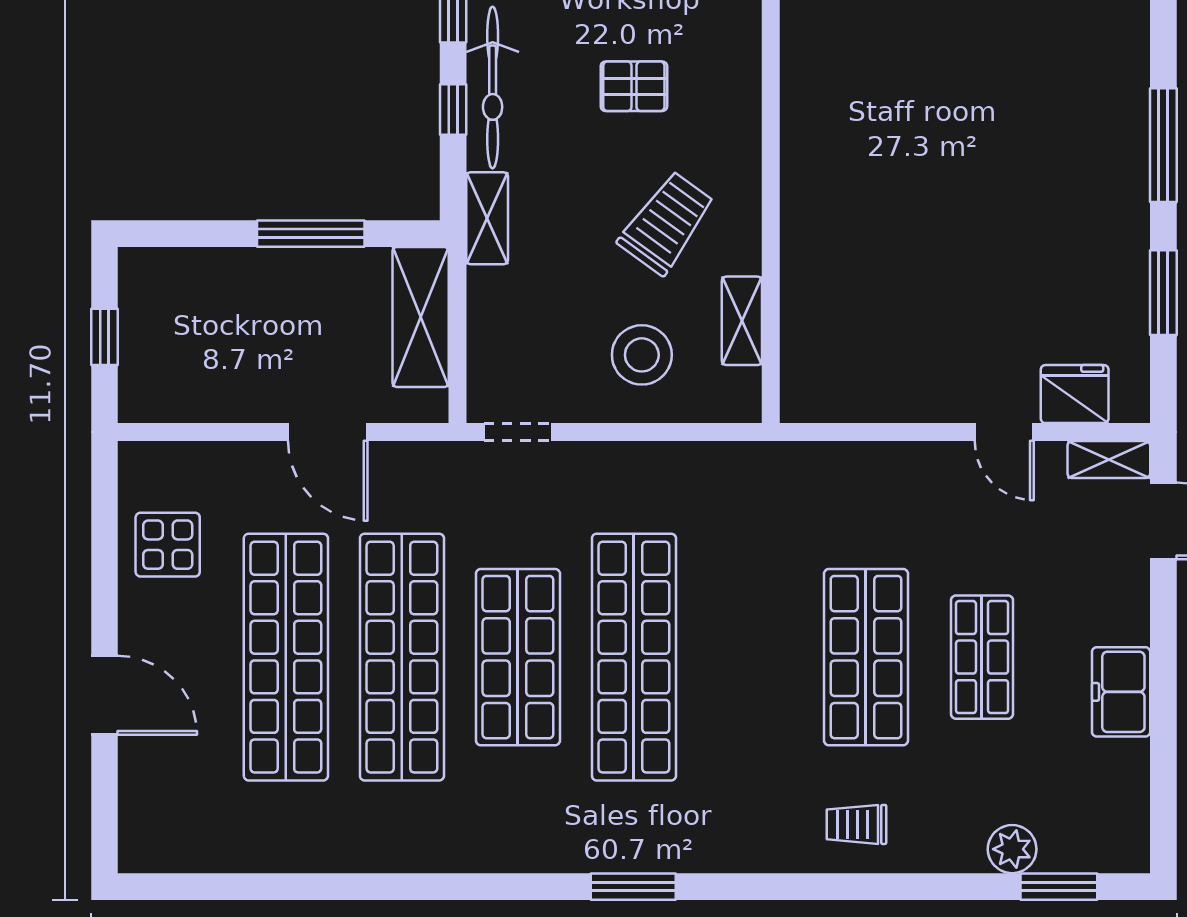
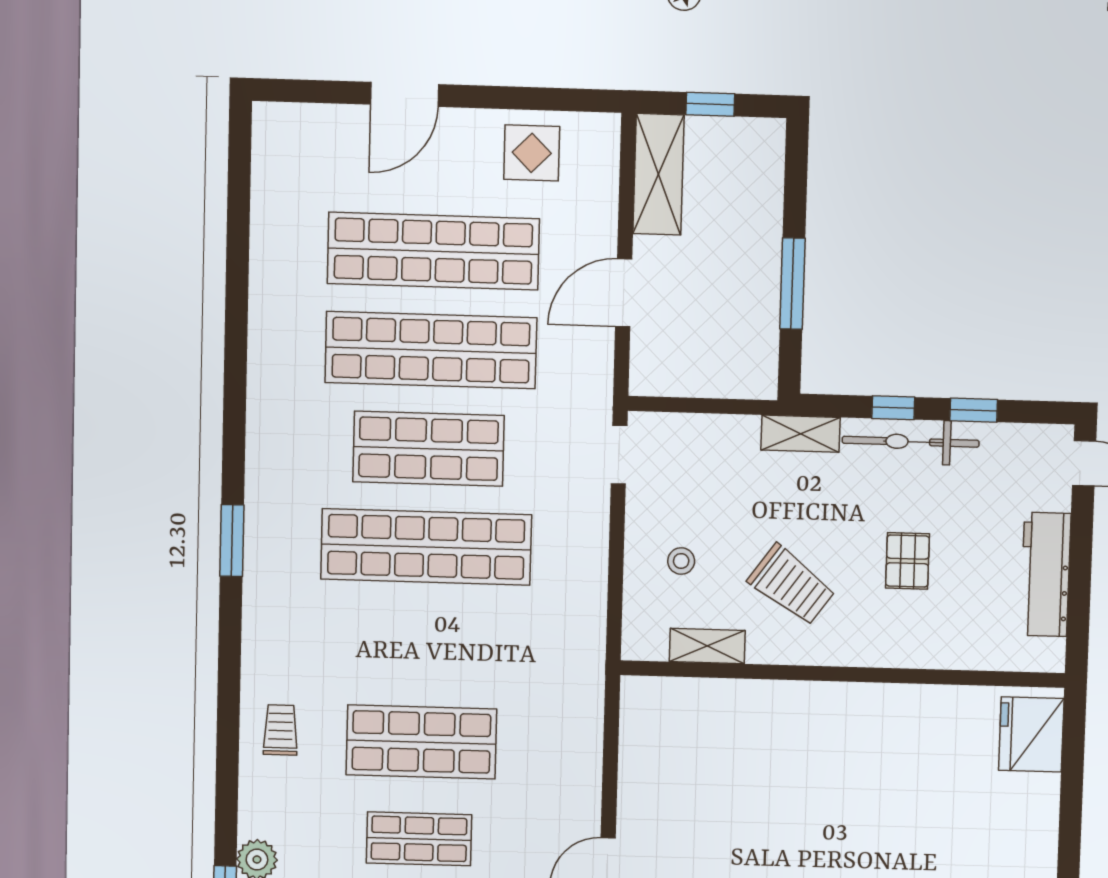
shelving: (421, 317) -> (658, 174), moved, turned 90
stool: (642, 355) -> (681, 561), width x0.53, depth x0.53

